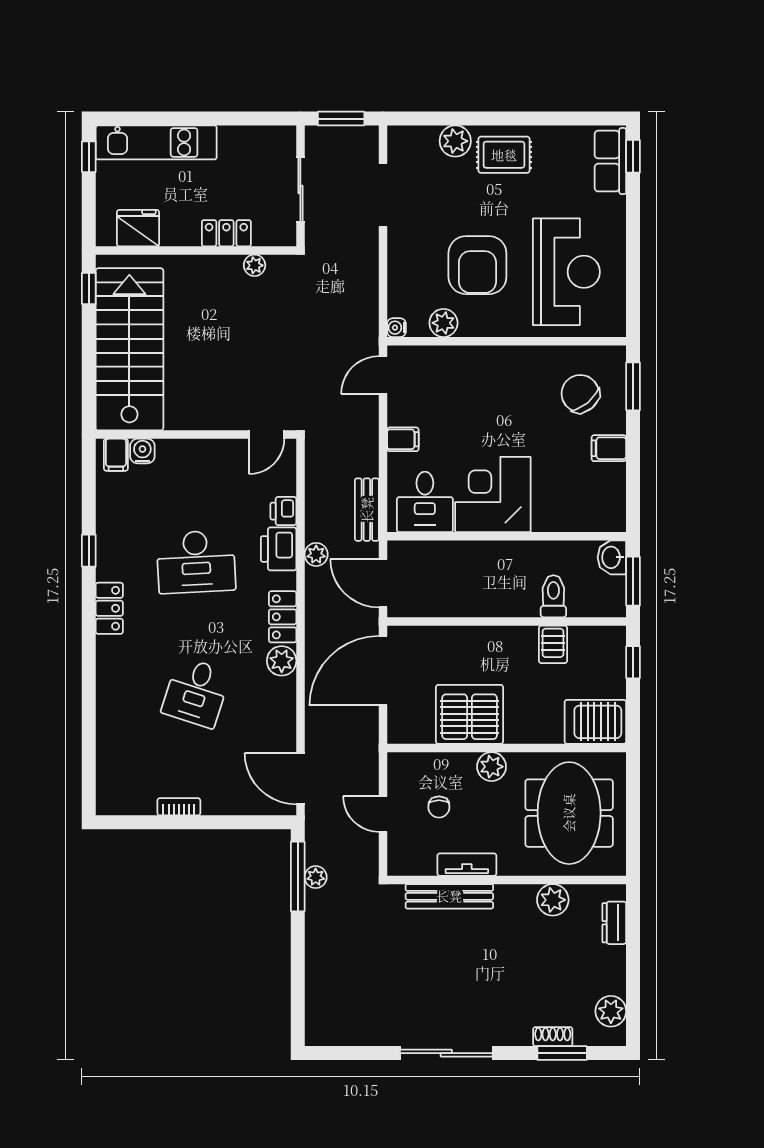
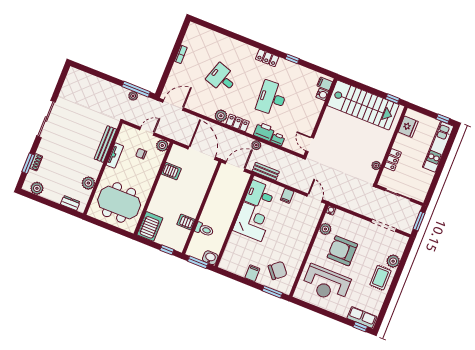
server rack: (470, 714) -> (171, 171), width x0.46, depth x0.70
plant: (492, 767) -> (162, 146), moved

